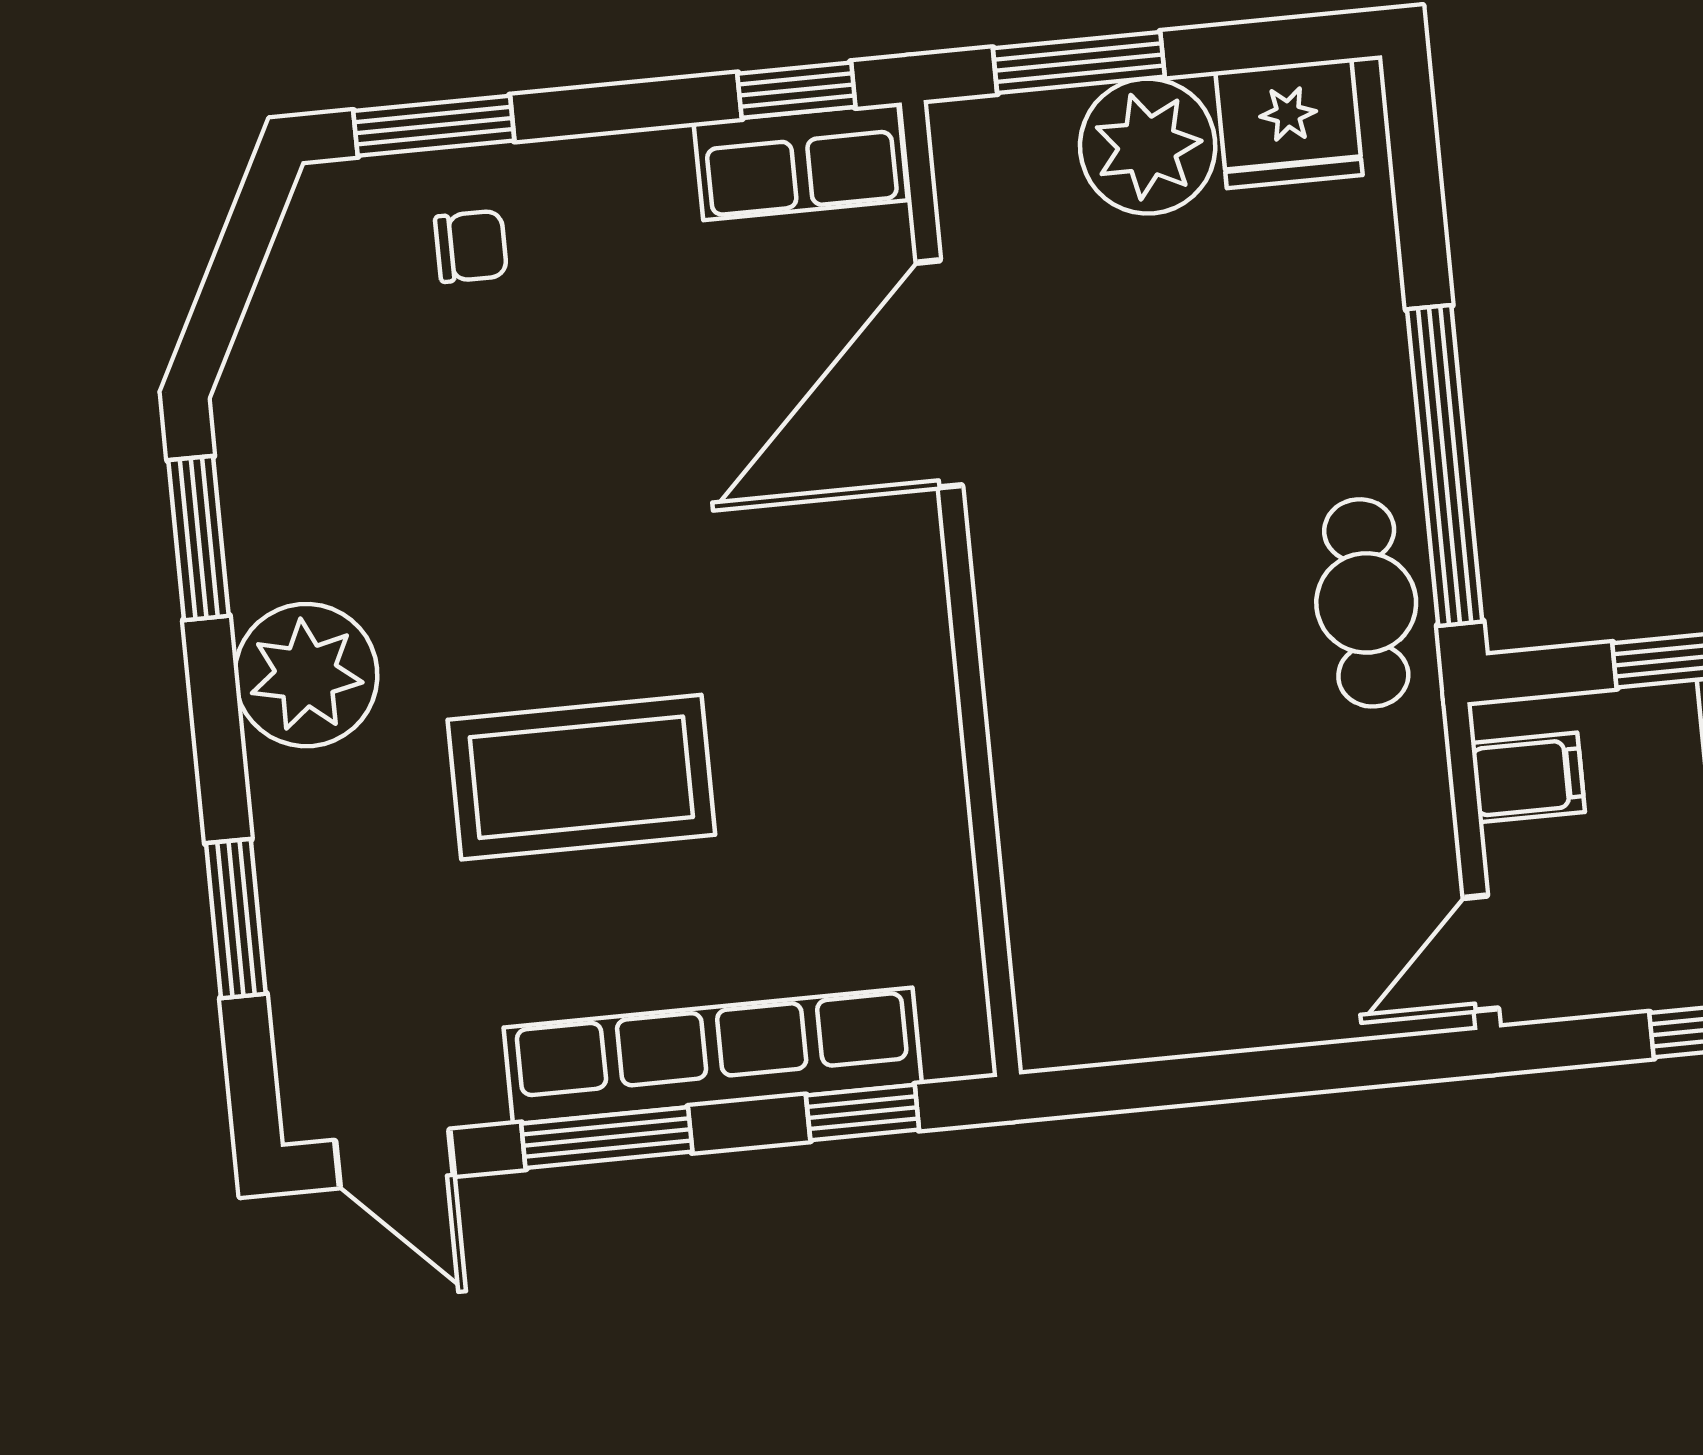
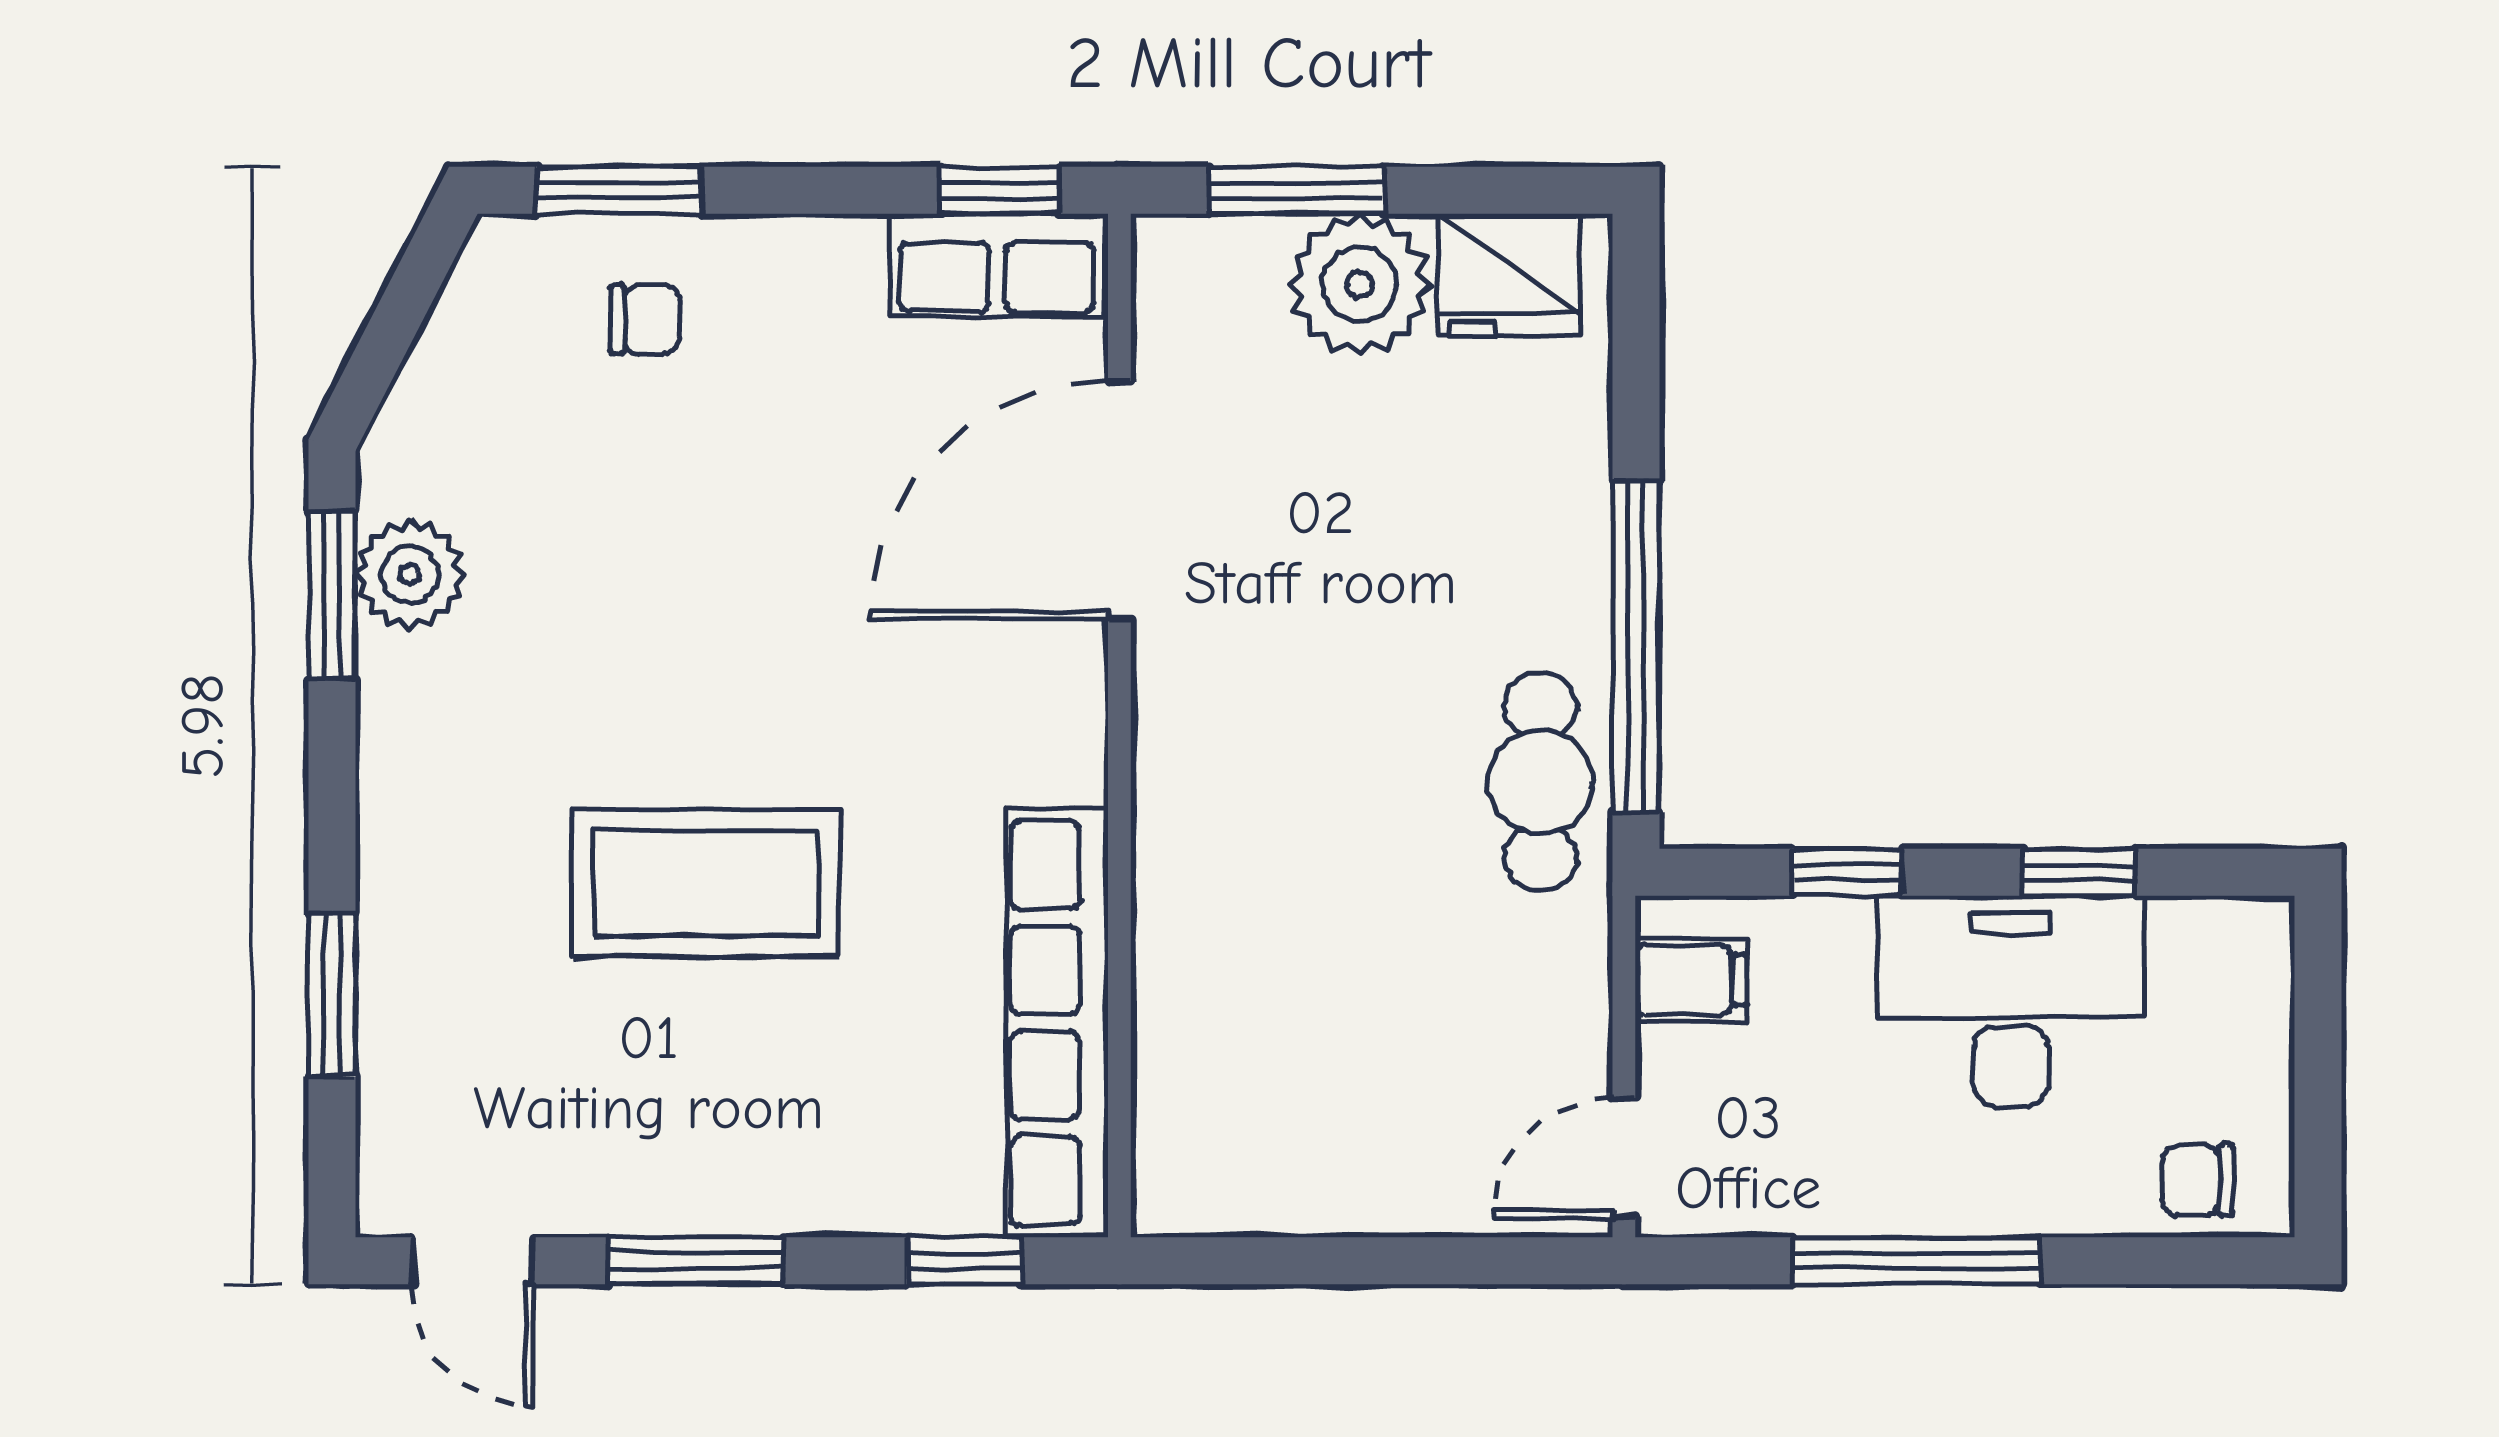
plant: (306, 675) -> (410, 574), moved, width x0.73, depth x0.73
row of seats: (713, 1056) -> (1057, 1023), moved, turned -90

